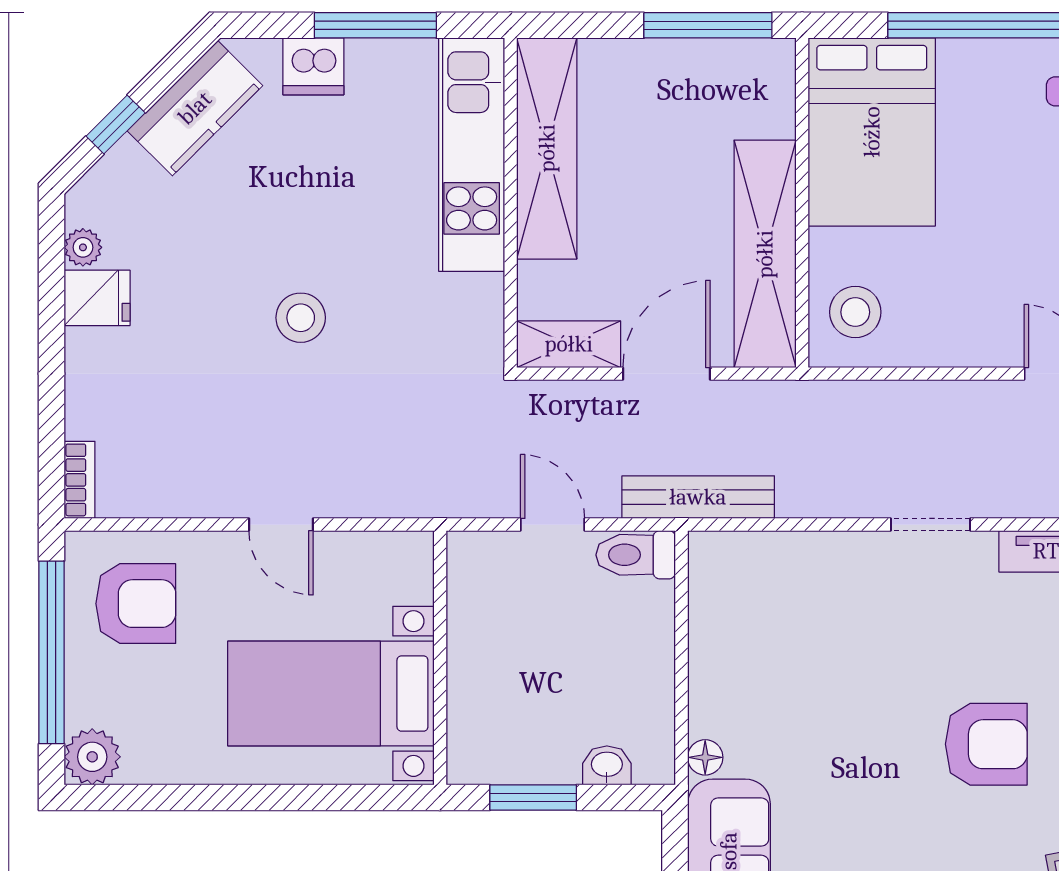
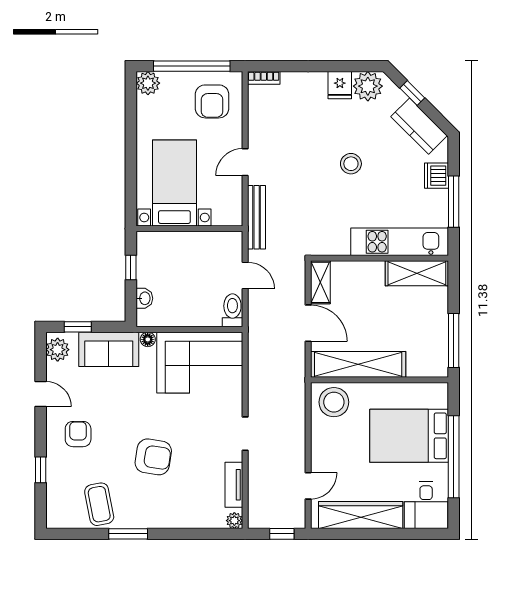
bed: (872, 132) -> (409, 436), moved
shelving: (547, 148) -> (417, 273), width x0.68
plant: (83, 247) -> (368, 86), width x1.87, depth x1.87
stool: (855, 312) -> (334, 402), width x1.38, depth x1.38
stool: (301, 318) -> (351, 164), moved
bench: (698, 497) -> (257, 217), moved
door: (553, 525) -> (245, 276), hinge flipped
corner sofa: (761, 633) -> (200, 363), added
armchair: (986, 744) -> (153, 457), turned -81
window: (533, 798) -> (131, 267), width x0.67

